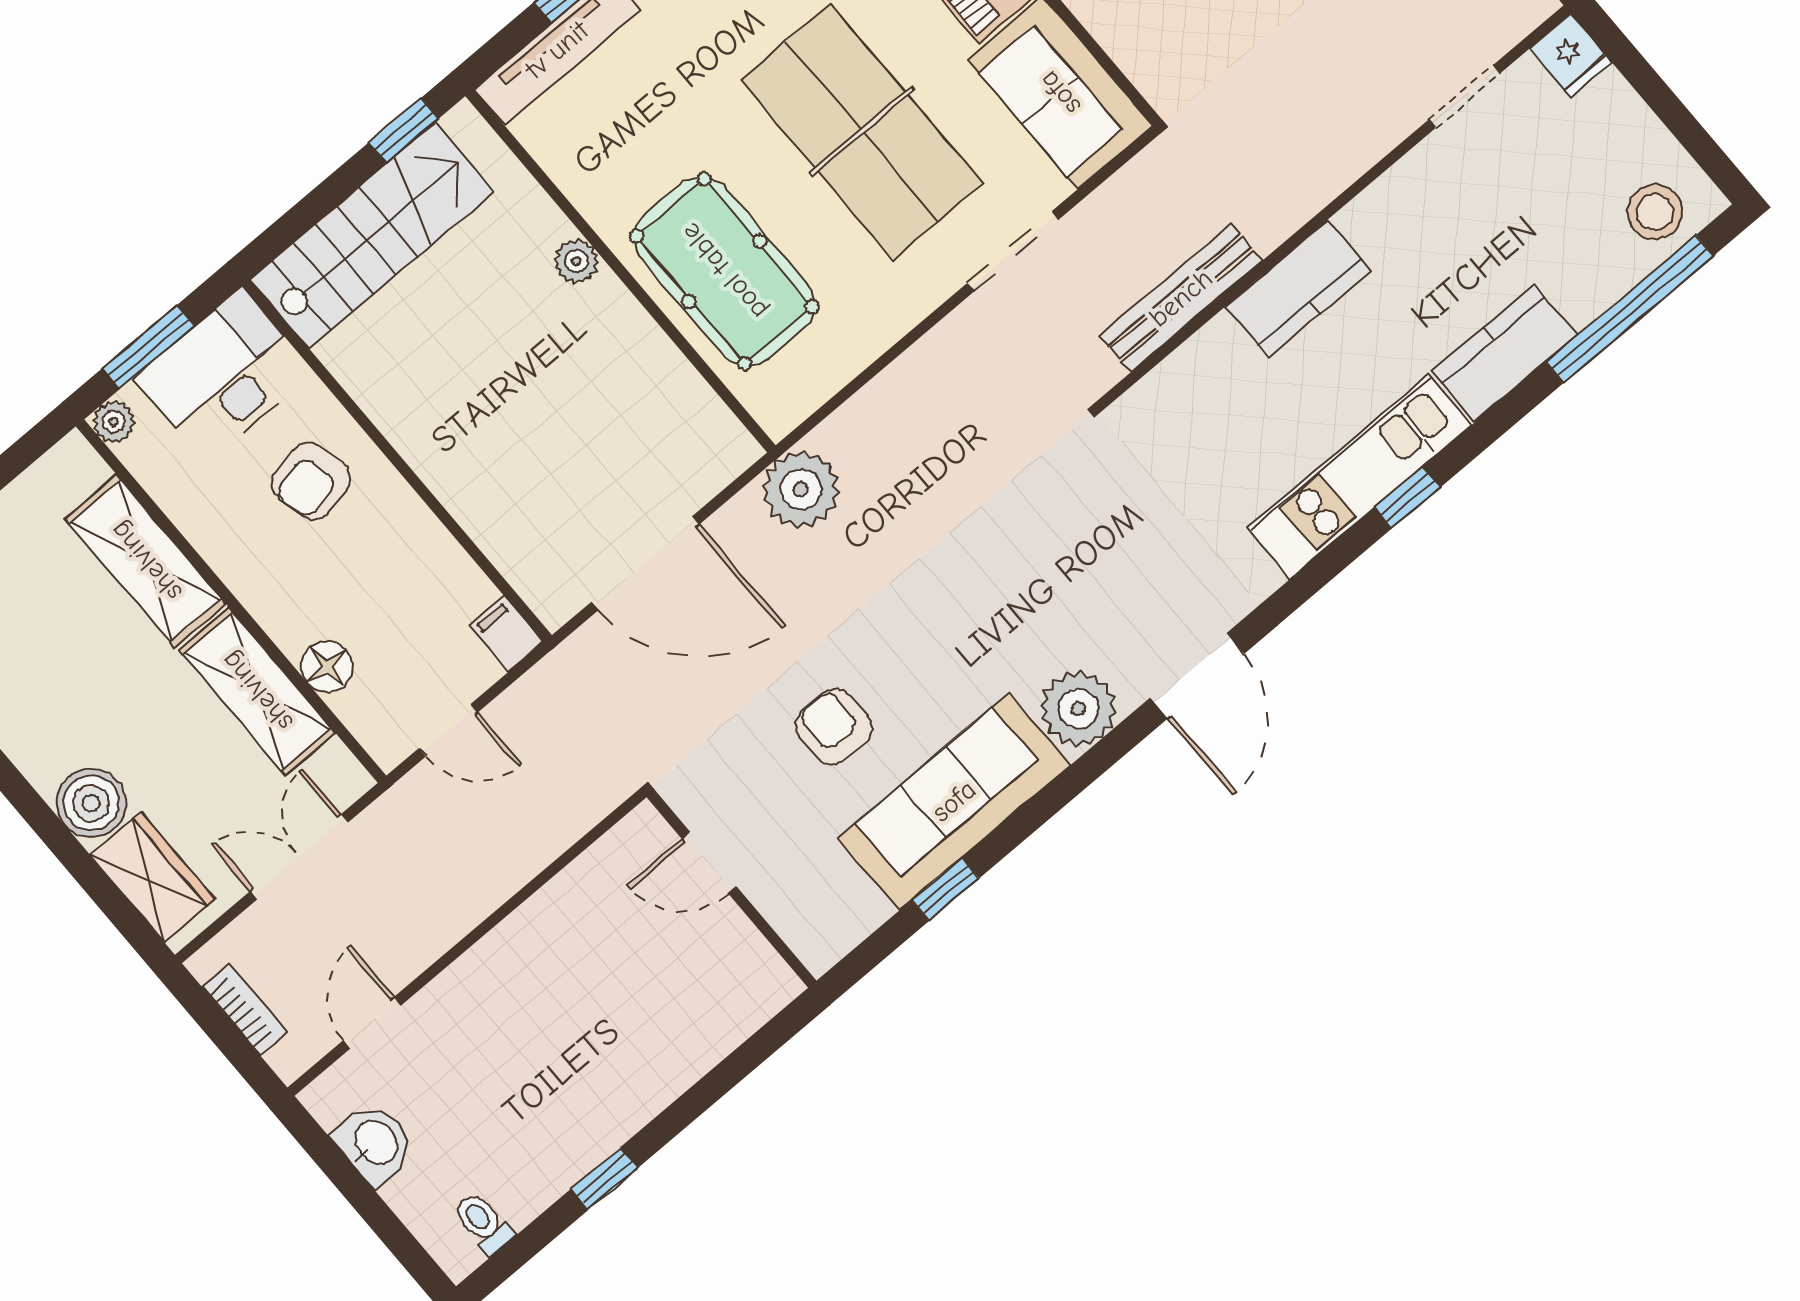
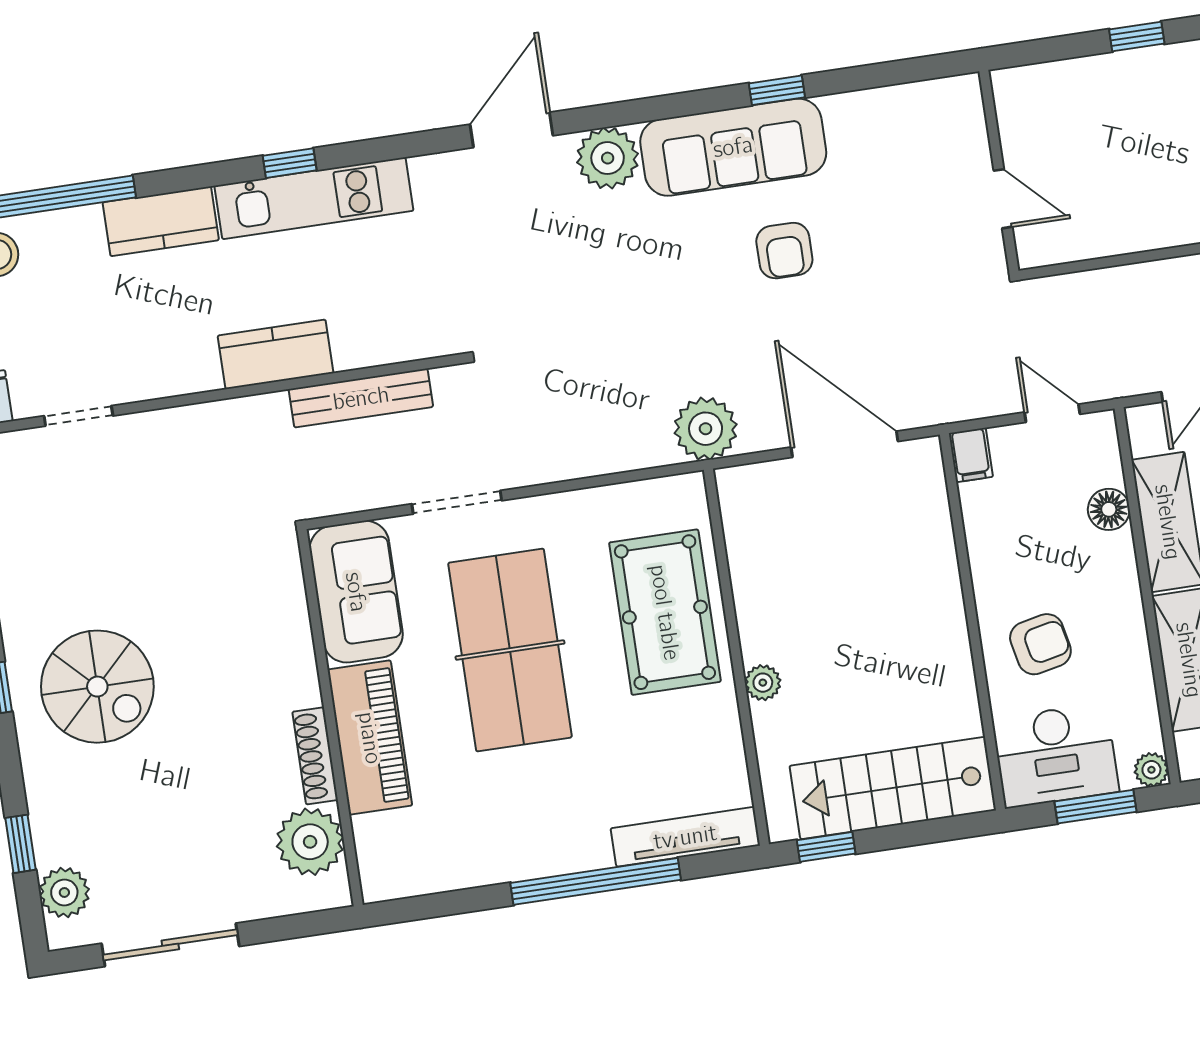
door: (709, 863) -> (1003, 199), moved
wall: (732, 889) -> (999, 171), moved

